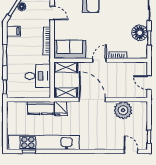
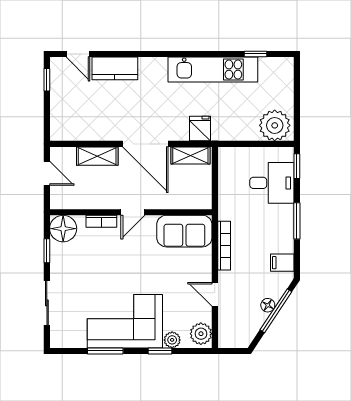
floor lamp: (140, 33) -> (63, 229), moved
shelving: (66, 67) -> (97, 156), moved
desk: (38, 76) -> (272, 183), moved, turned 180
kitchen counter: (41, 108) -> (115, 68), moved, turned 180
plant: (123, 110) -> (275, 125), moved
kitchen unit: (44, 142) -> (213, 70), width x0.73

